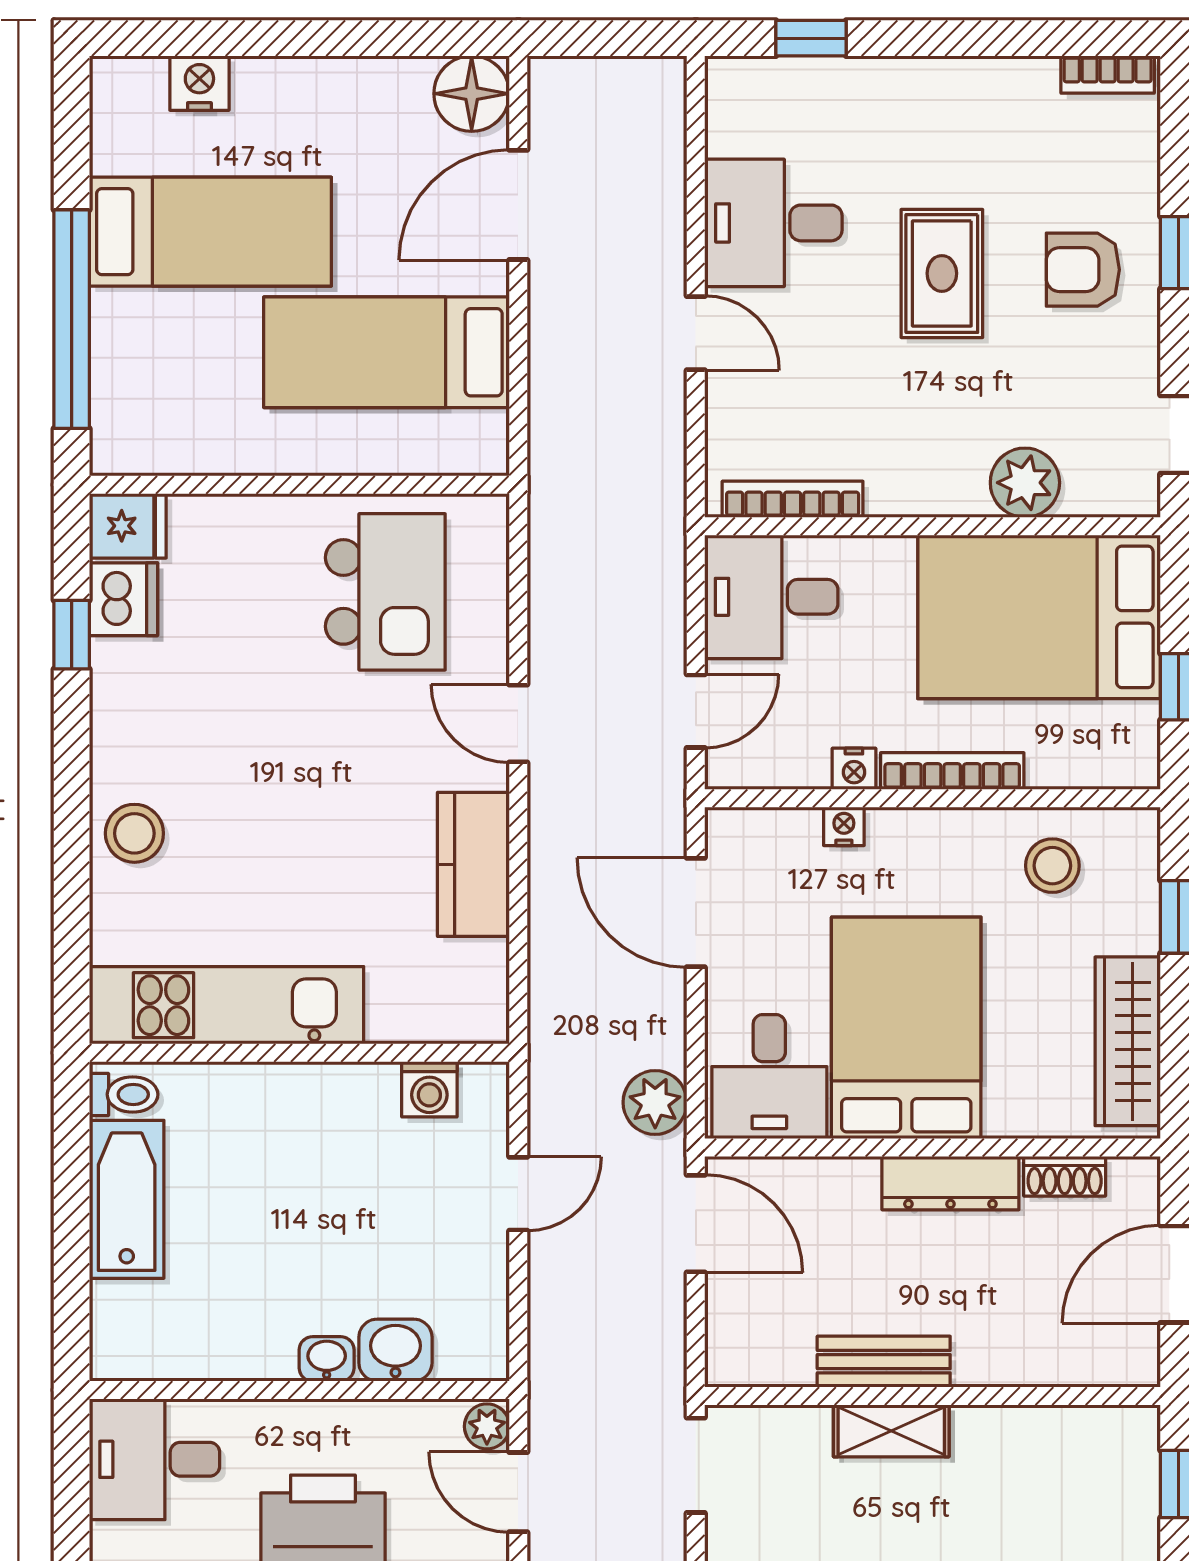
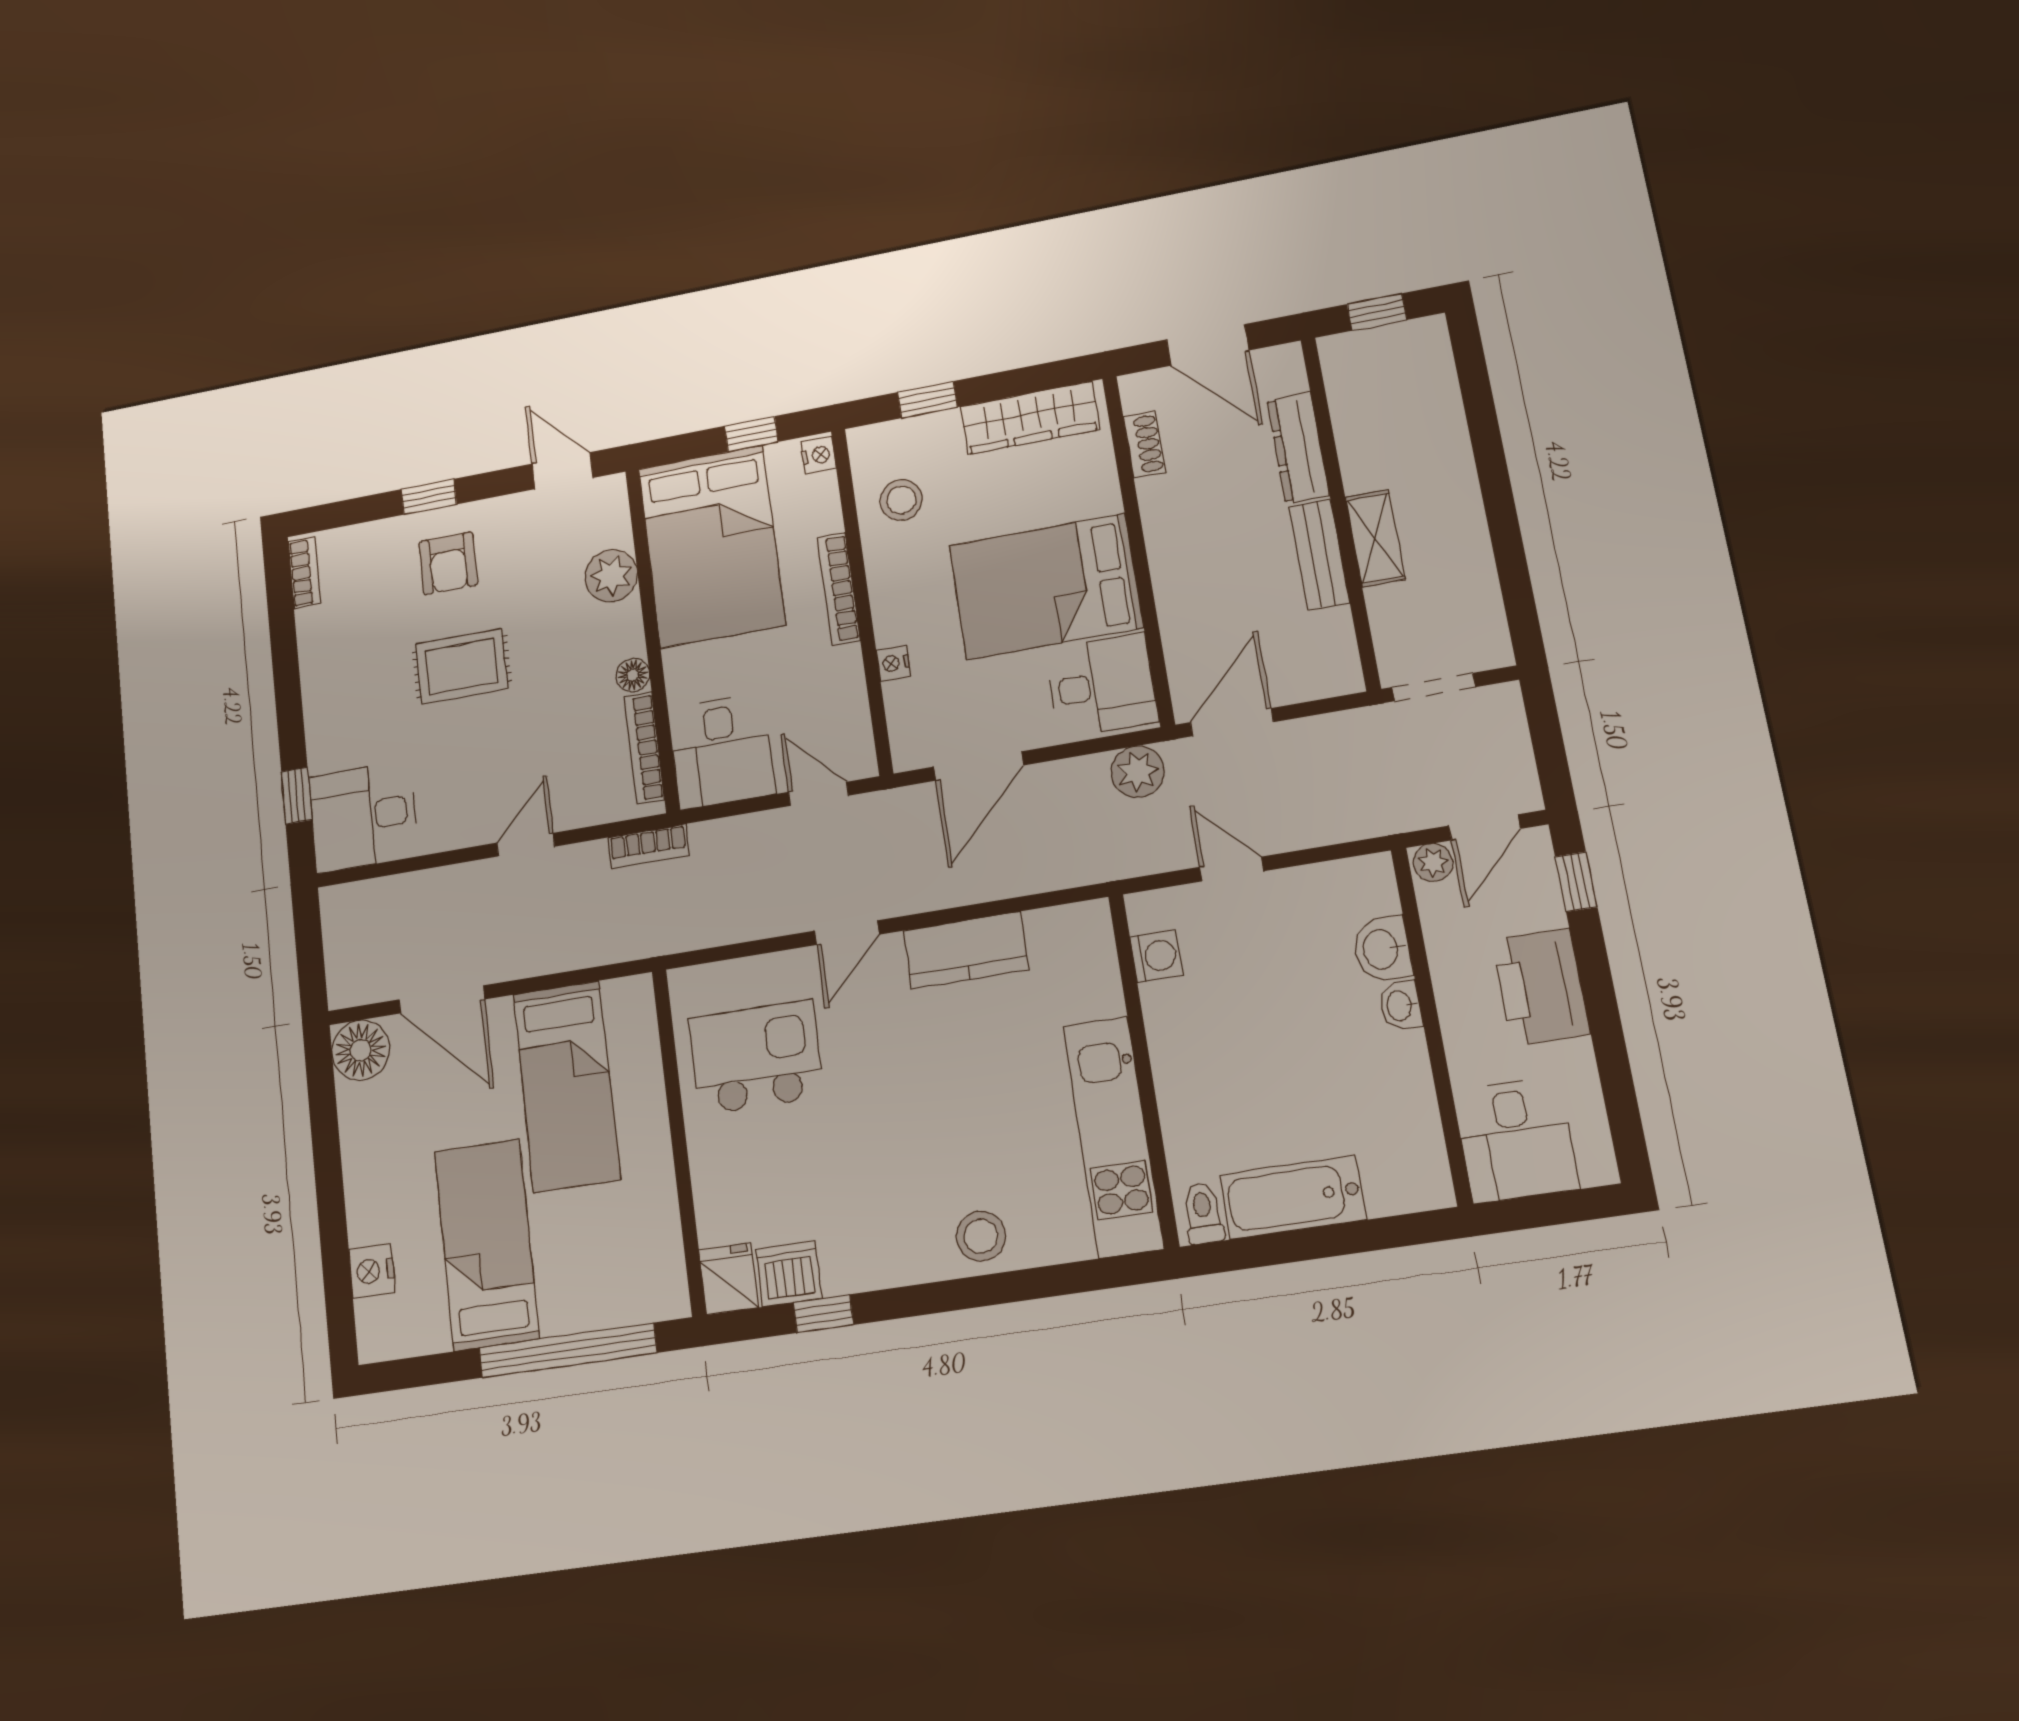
desk: (773, 223) -> (363, 817), moved, turned 90
bookcase: (667, 490) -> (648, 846), added
floor lamp: (889, 495) -> (633, 675), added
nightstand: (854, 769) -> (818, 455), moved
dresser: (950, 1183) -> (1298, 448), moved, turned 180

